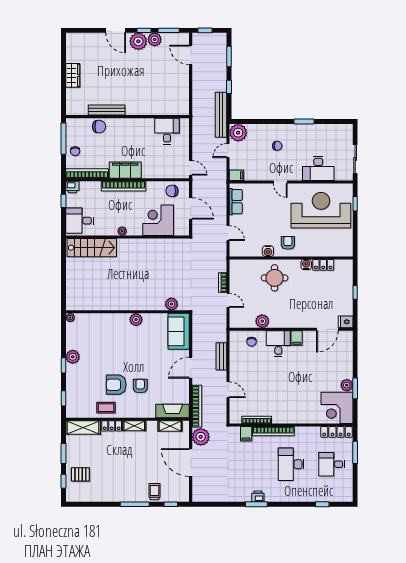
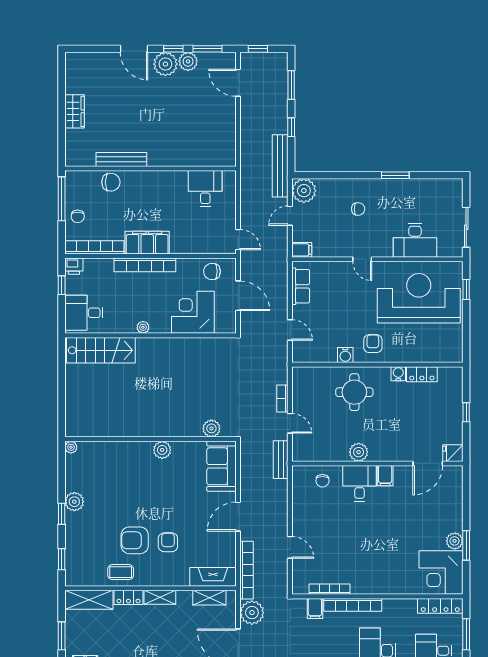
plant: (262, 321) -> (359, 452), moved
bench: (221, 356) -> (281, 460), moved

